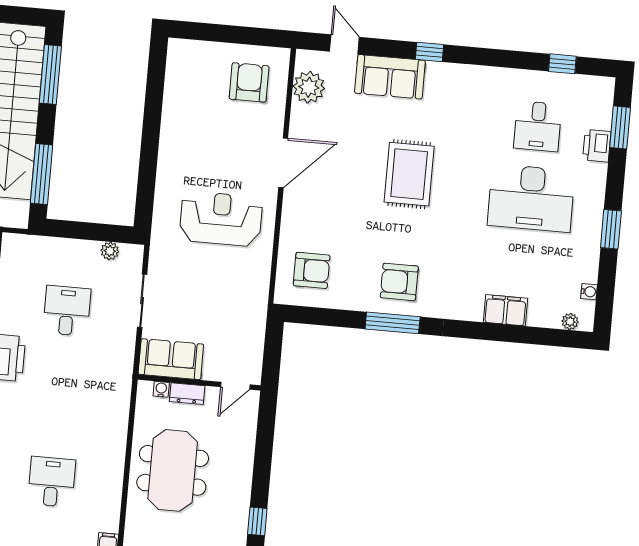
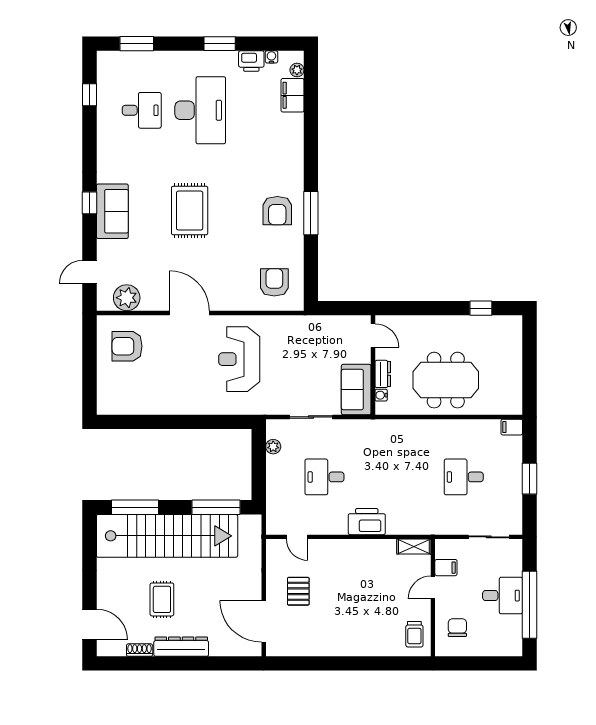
sofa: (390, 77) -> (112, 211), moved
printer: (597, 146) -> (251, 61), moved
rug: (409, 174) -> (190, 211), turned 90
filing cabinet: (505, 310) -> (293, 95), moved

